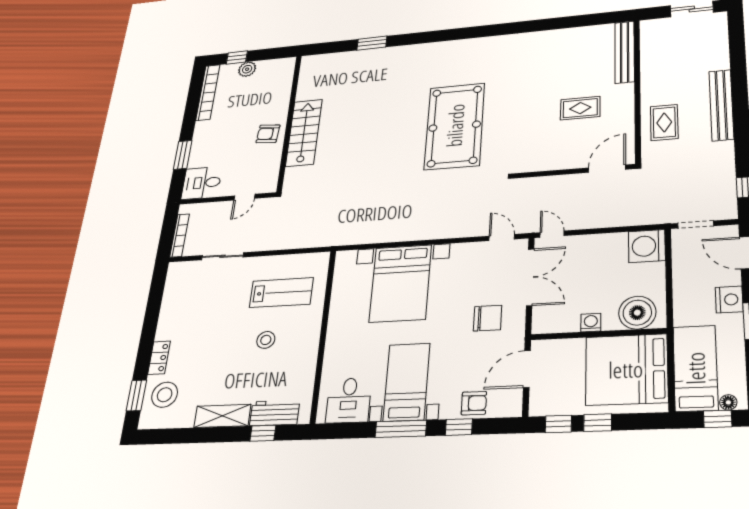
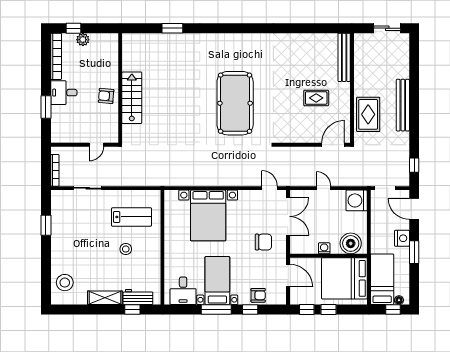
rug: (664, 122) -> (368, 114), width x1.36, depth x1.43
desk: (202, 183) -> (64, 93), moved
door: (552, 234) -> (324, 188), moved
locker: (159, 358) -> (56, 258), removed
door: (527, 369) -> (288, 276), swing flipped
window: (136, 395) -> (46, 225), moved

